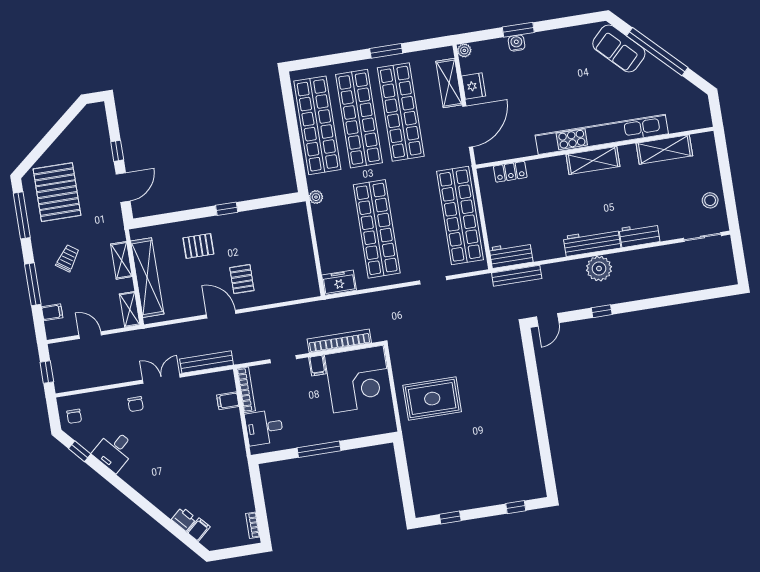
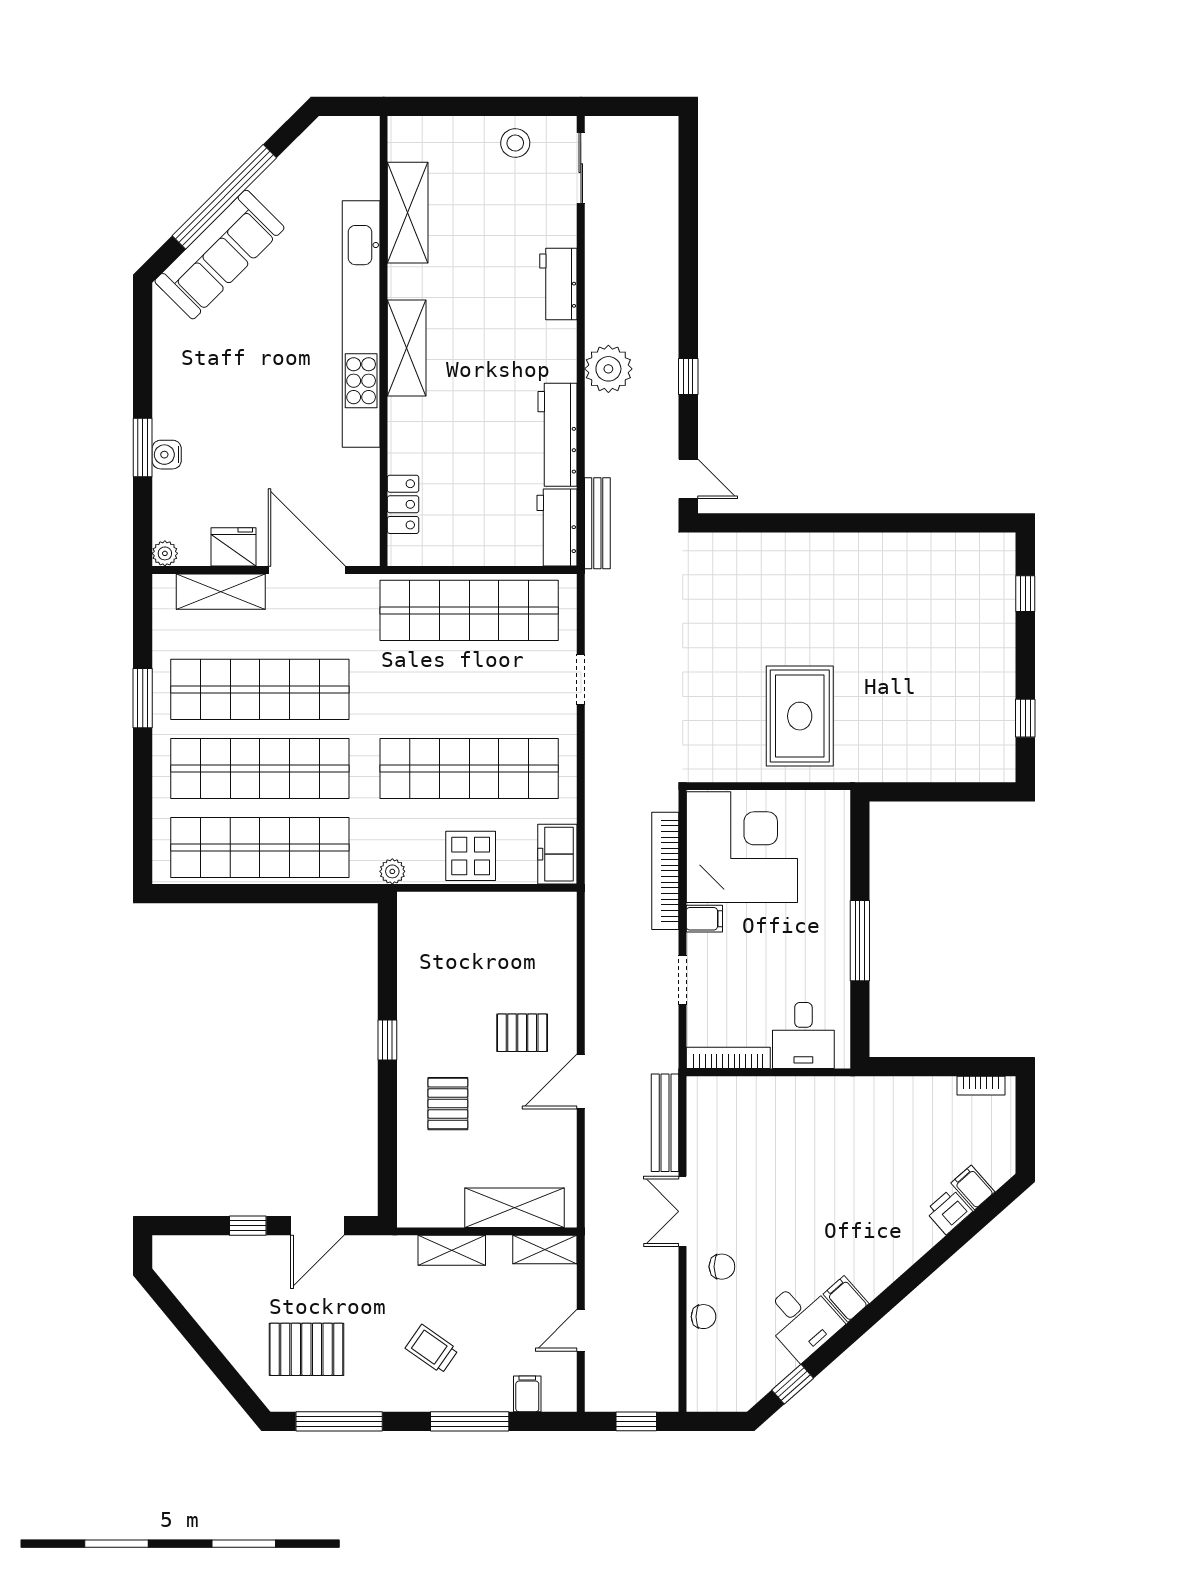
sofa: (619, 49) -> (219, 255), width x1.36
door: (123, 187) -> (317, 1226), swing flipped
pallet: (57, 192) -> (306, 1349), width x0.73, depth x0.71
display table: (331, 237) -> (471, 856), added
workbench: (592, 242) -> (558, 435), moved
shelving: (147, 278) -> (514, 1208), width x0.68
filing cabinet: (228, 401) -> (846, 1299), moved, turned 138
chair: (74, 416) -> (704, 1317), moved

